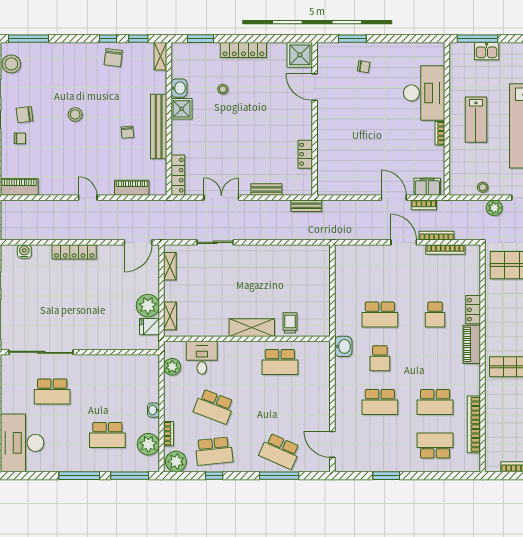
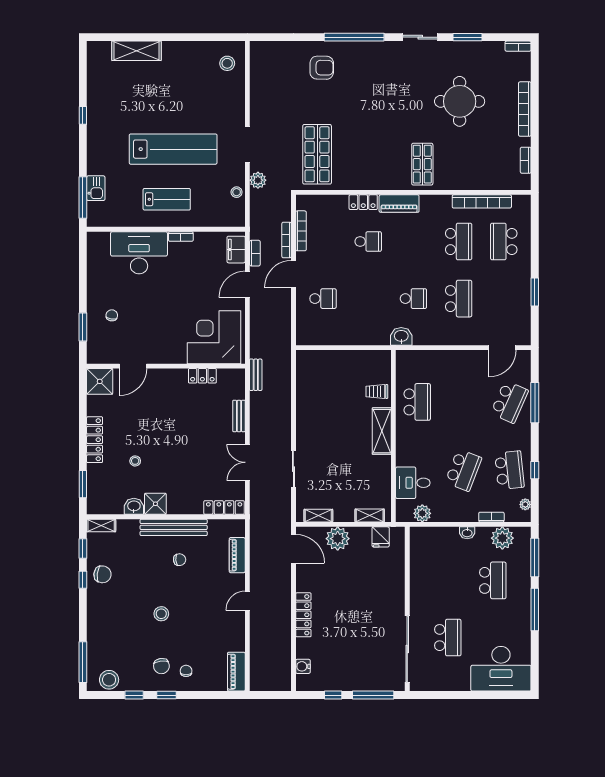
corner desk: (343, 165) -> (214, 337), added
plant: (148, 306) -> (338, 539), moved
school desk: (380, 315) -> (323, 299), moved, width x0.54
plant: (176, 462) -> (525, 504), width x0.53, depth x0.53

